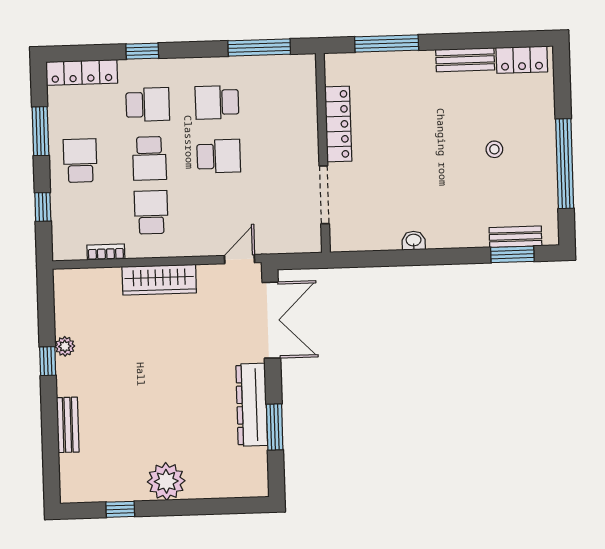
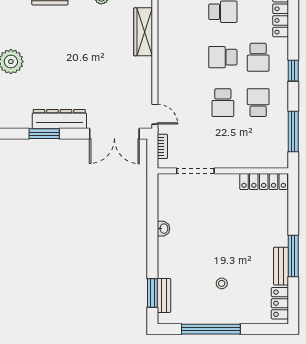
window: (387, 43) -> (293, 256), moved
window: (142, 51) -> (293, 71), moved
locker: (338, 124) -> (264, 182), moved
school desk: (151, 212) -> (188, 57), removed
bookcase: (106, 252) -> (162, 146), moved
wardrobe: (159, 280) -> (143, 32), moved

